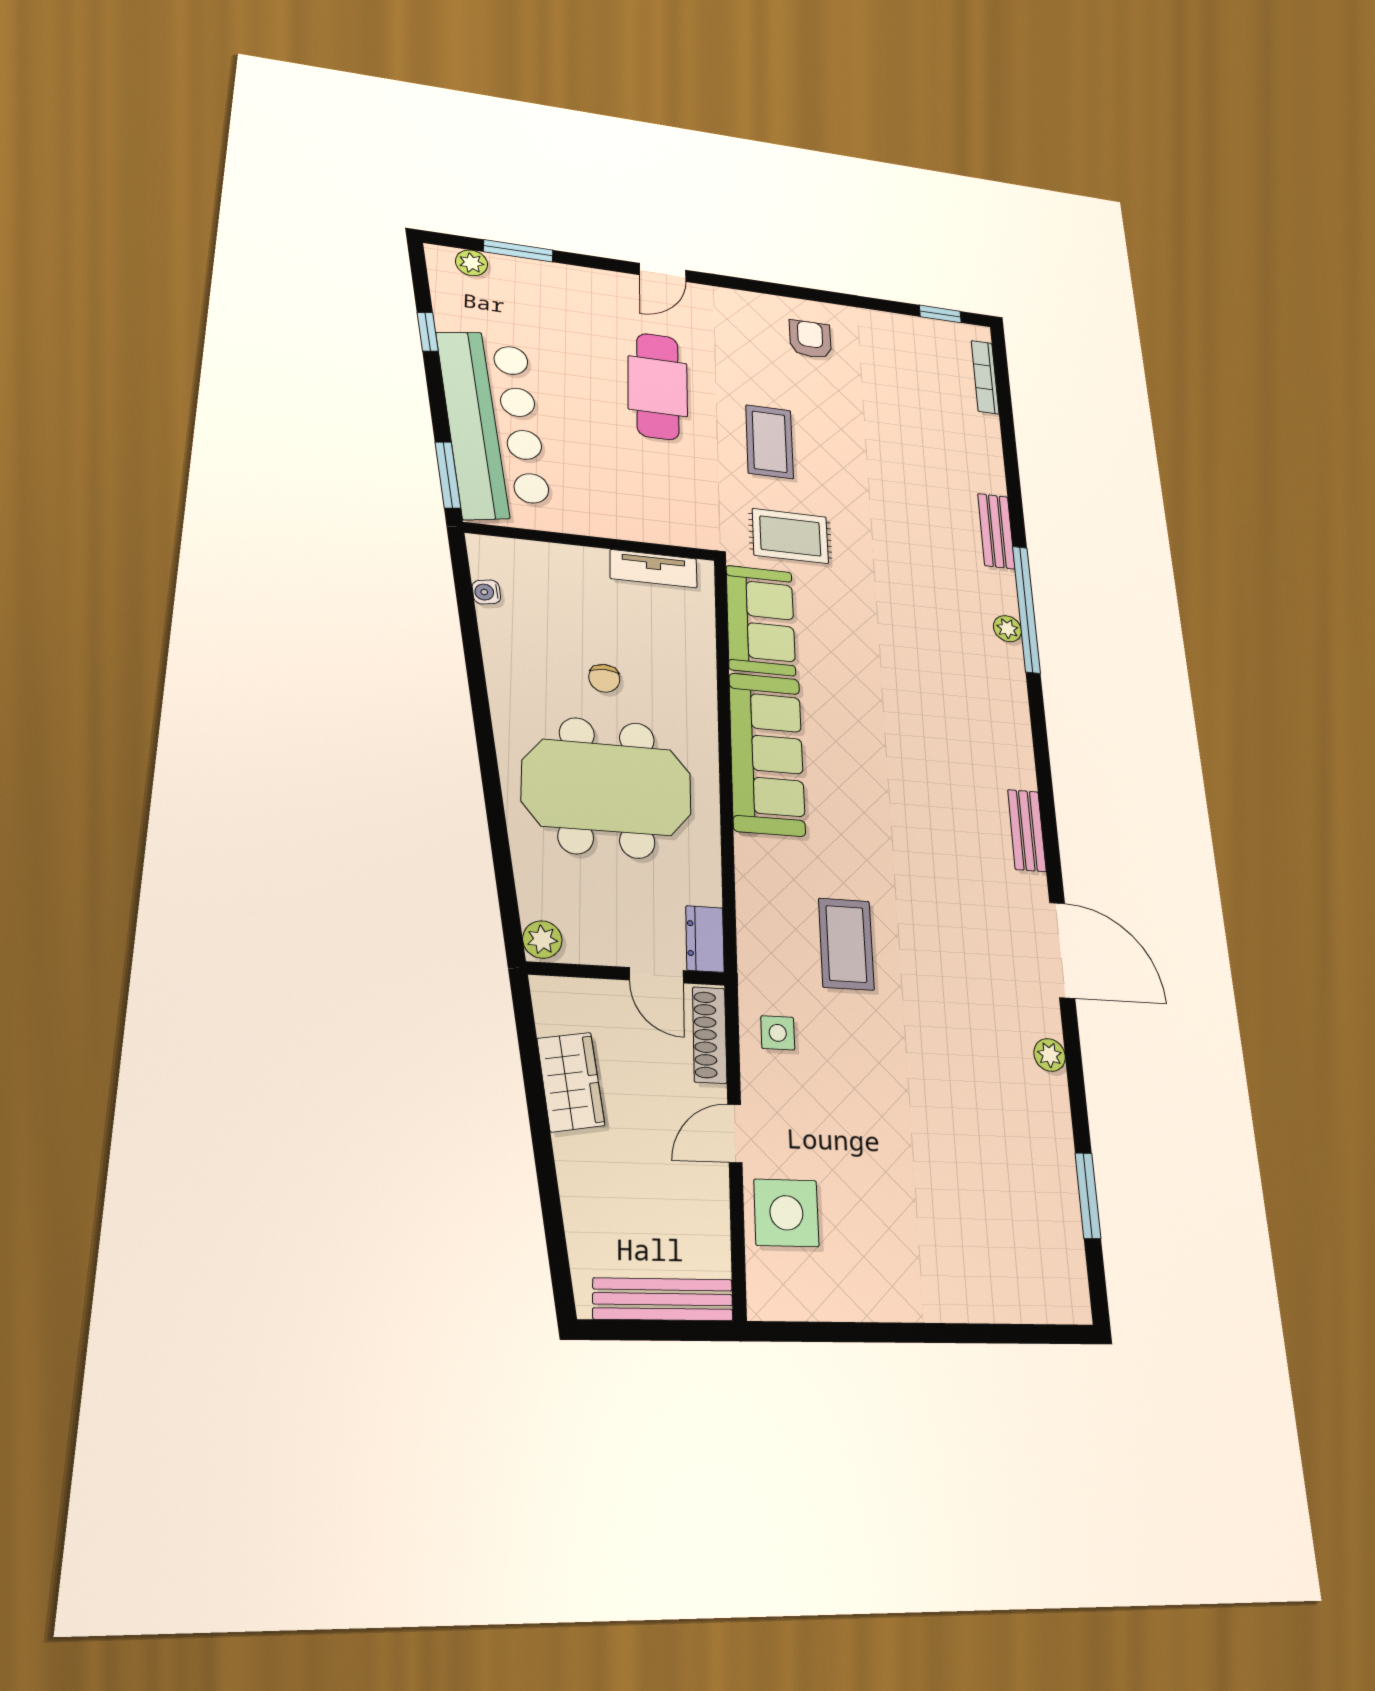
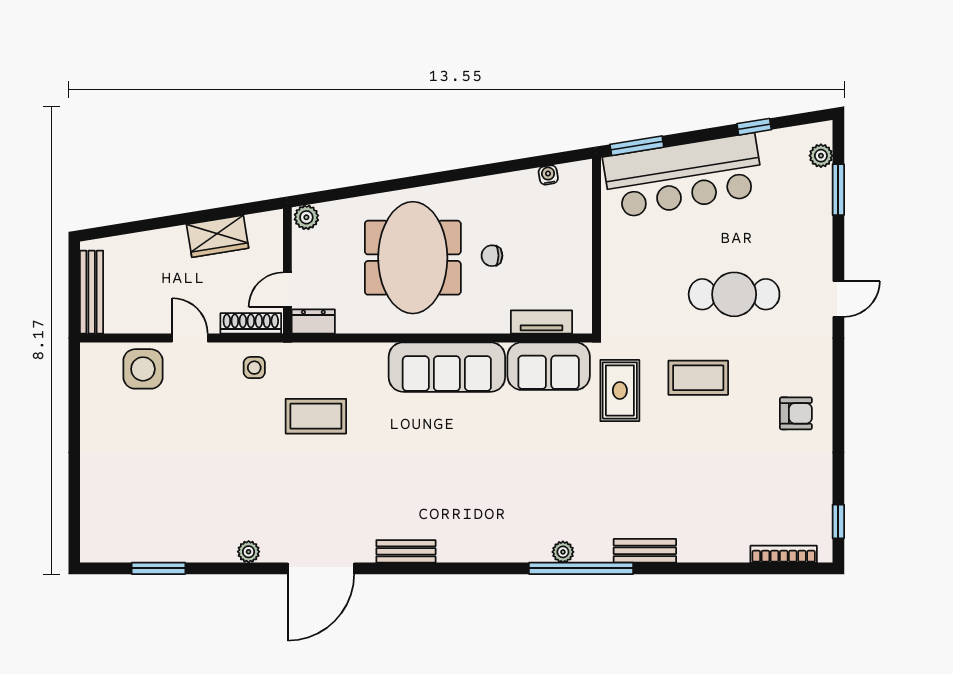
door: (663, 272) -> (838, 299), swing flipped
tv unit: (654, 569) -> (541, 322), moved, turned 90

